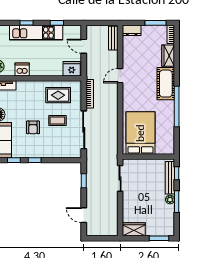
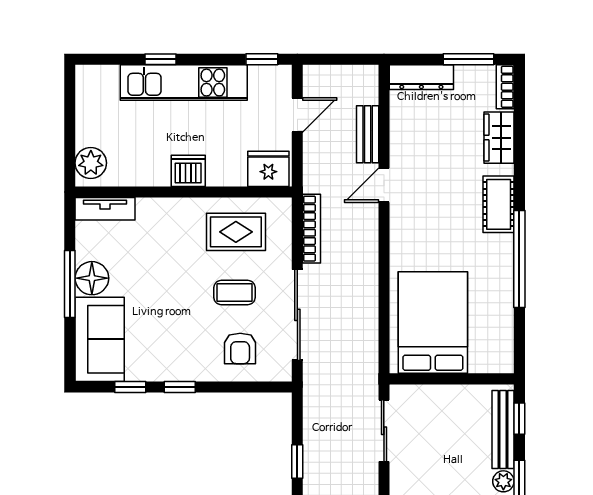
window: (57, 23) -> (262, 59), moved
dresser: (132, 30) -> (421, 77), width x1.44
bench: (113, 38) -> (368, 134), moved
door: (84, 46) -> (297, 115), swing flipped
dishwasher: (22, 70) -> (188, 171), moved
cot: (166, 84) -> (499, 204), width x0.73, depth x0.75
armchair: (33, 127) -> (240, 348), moved
window: (84, 181) -> (297, 462), moved

